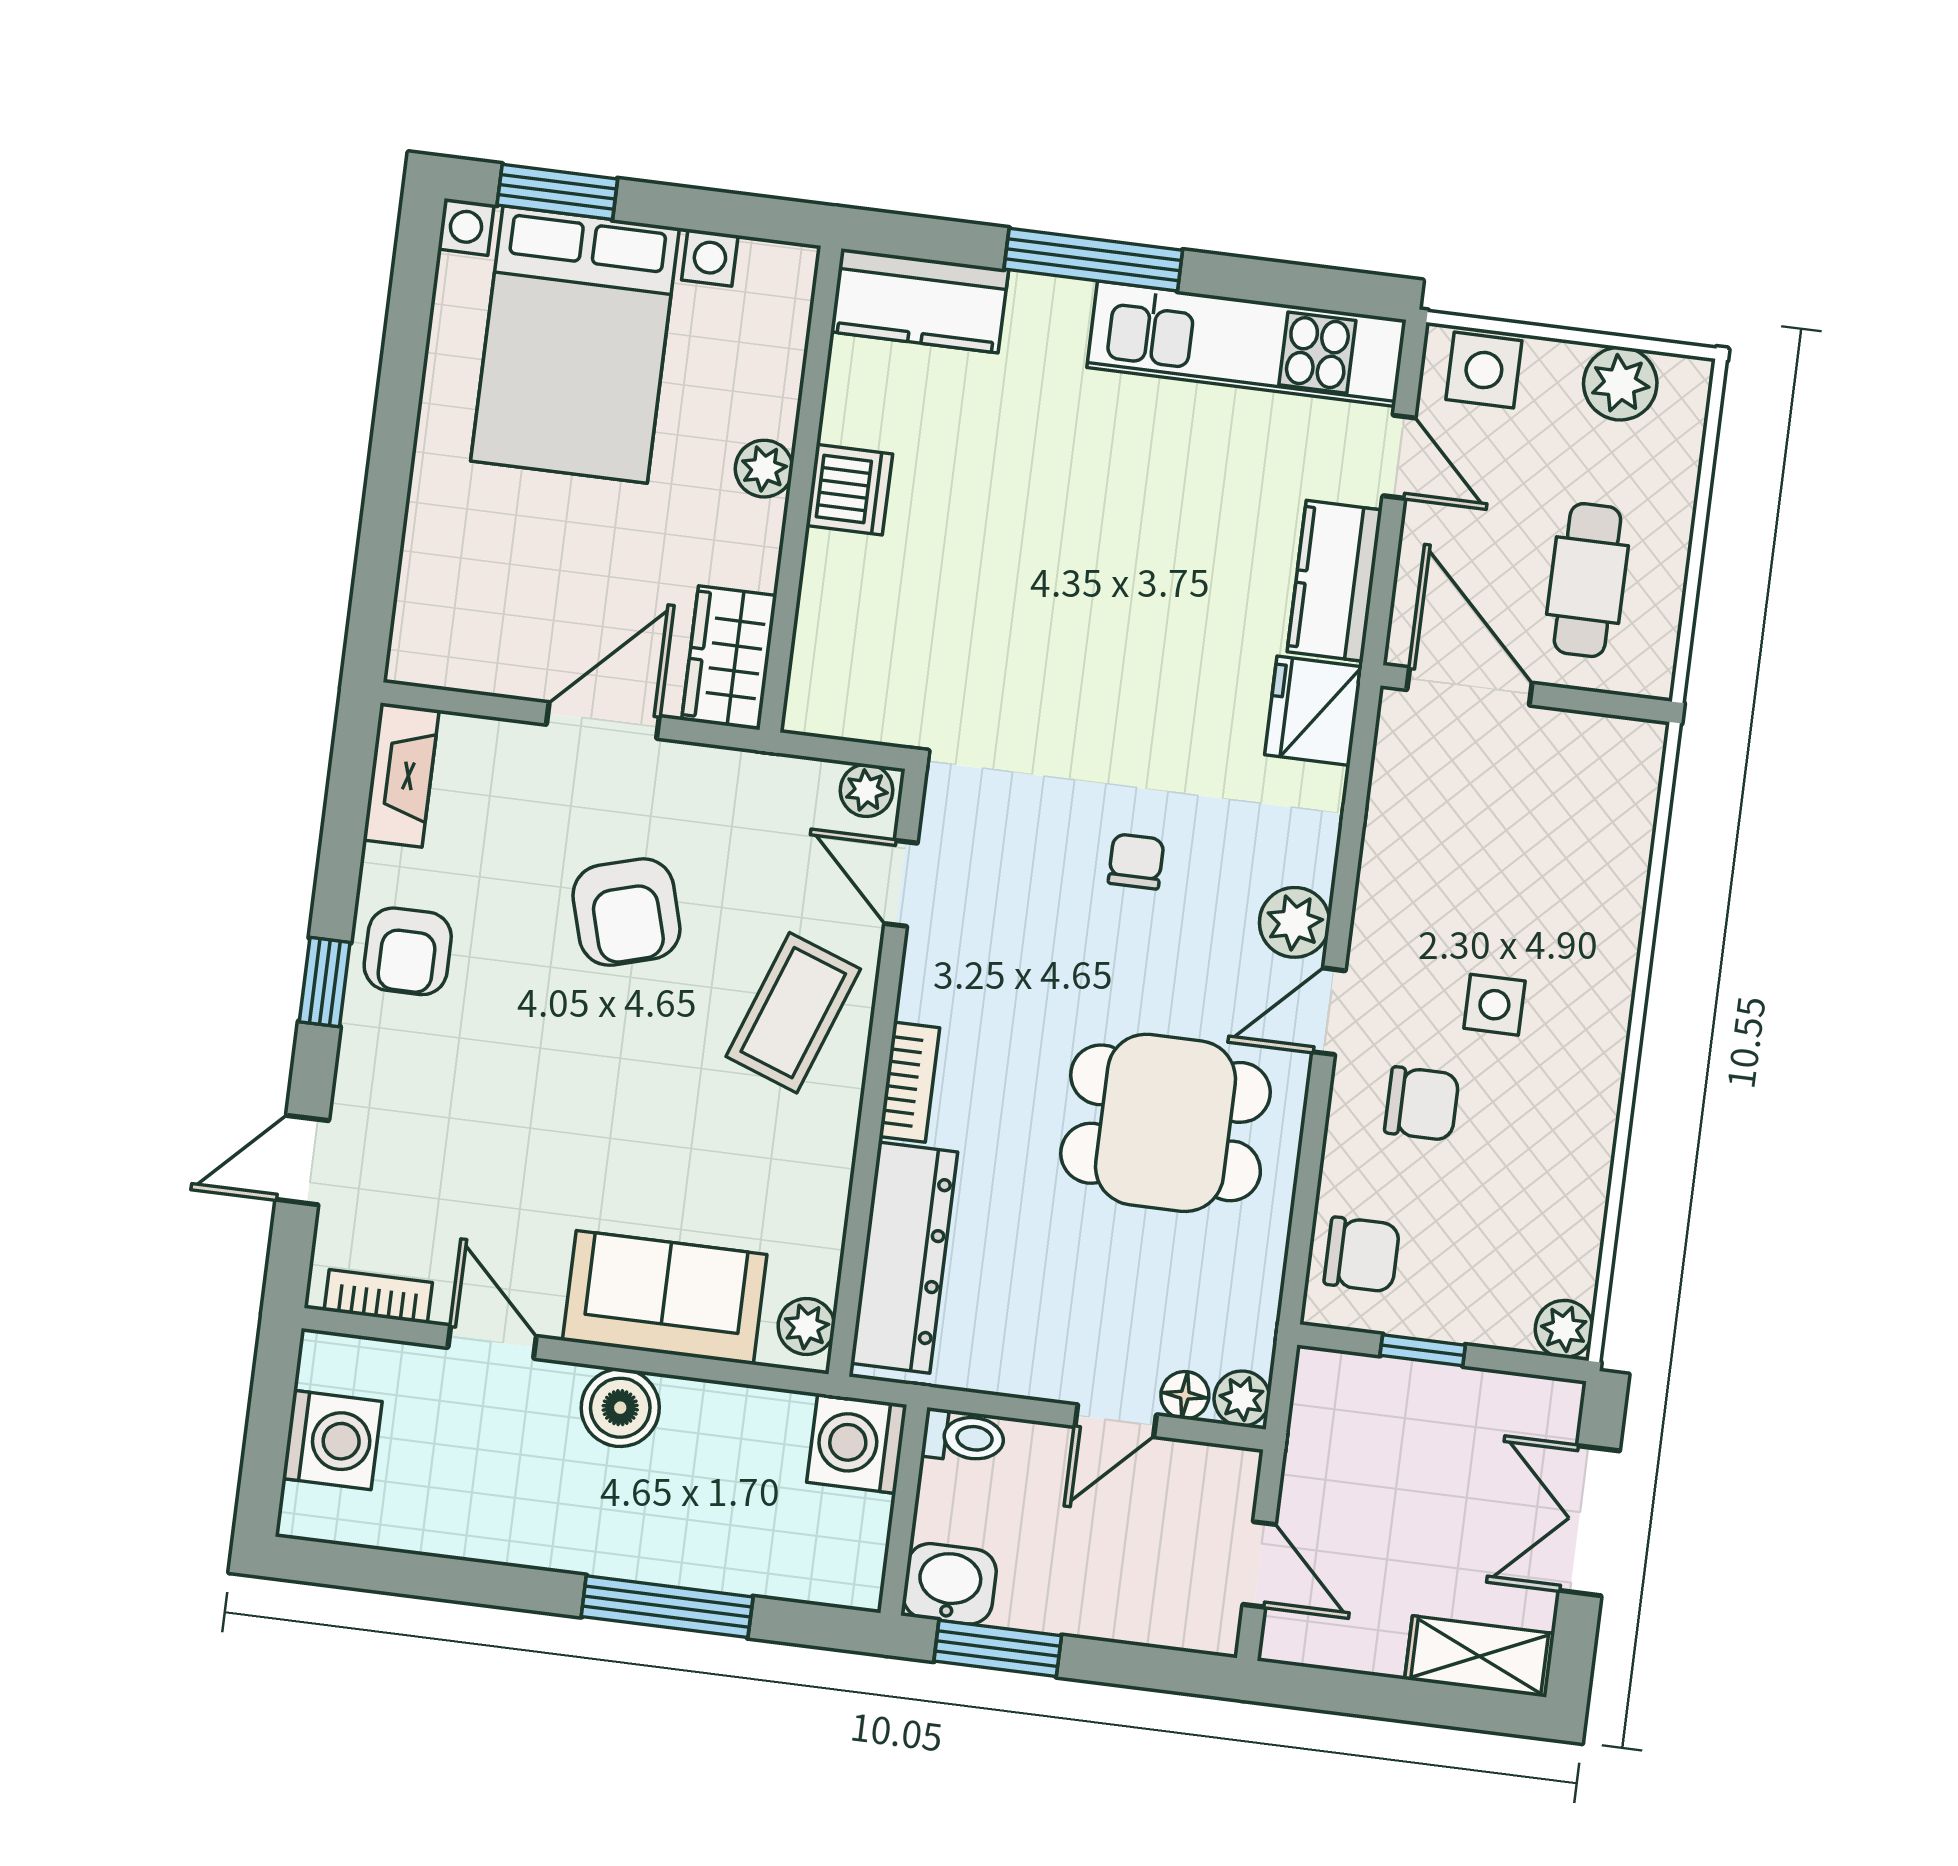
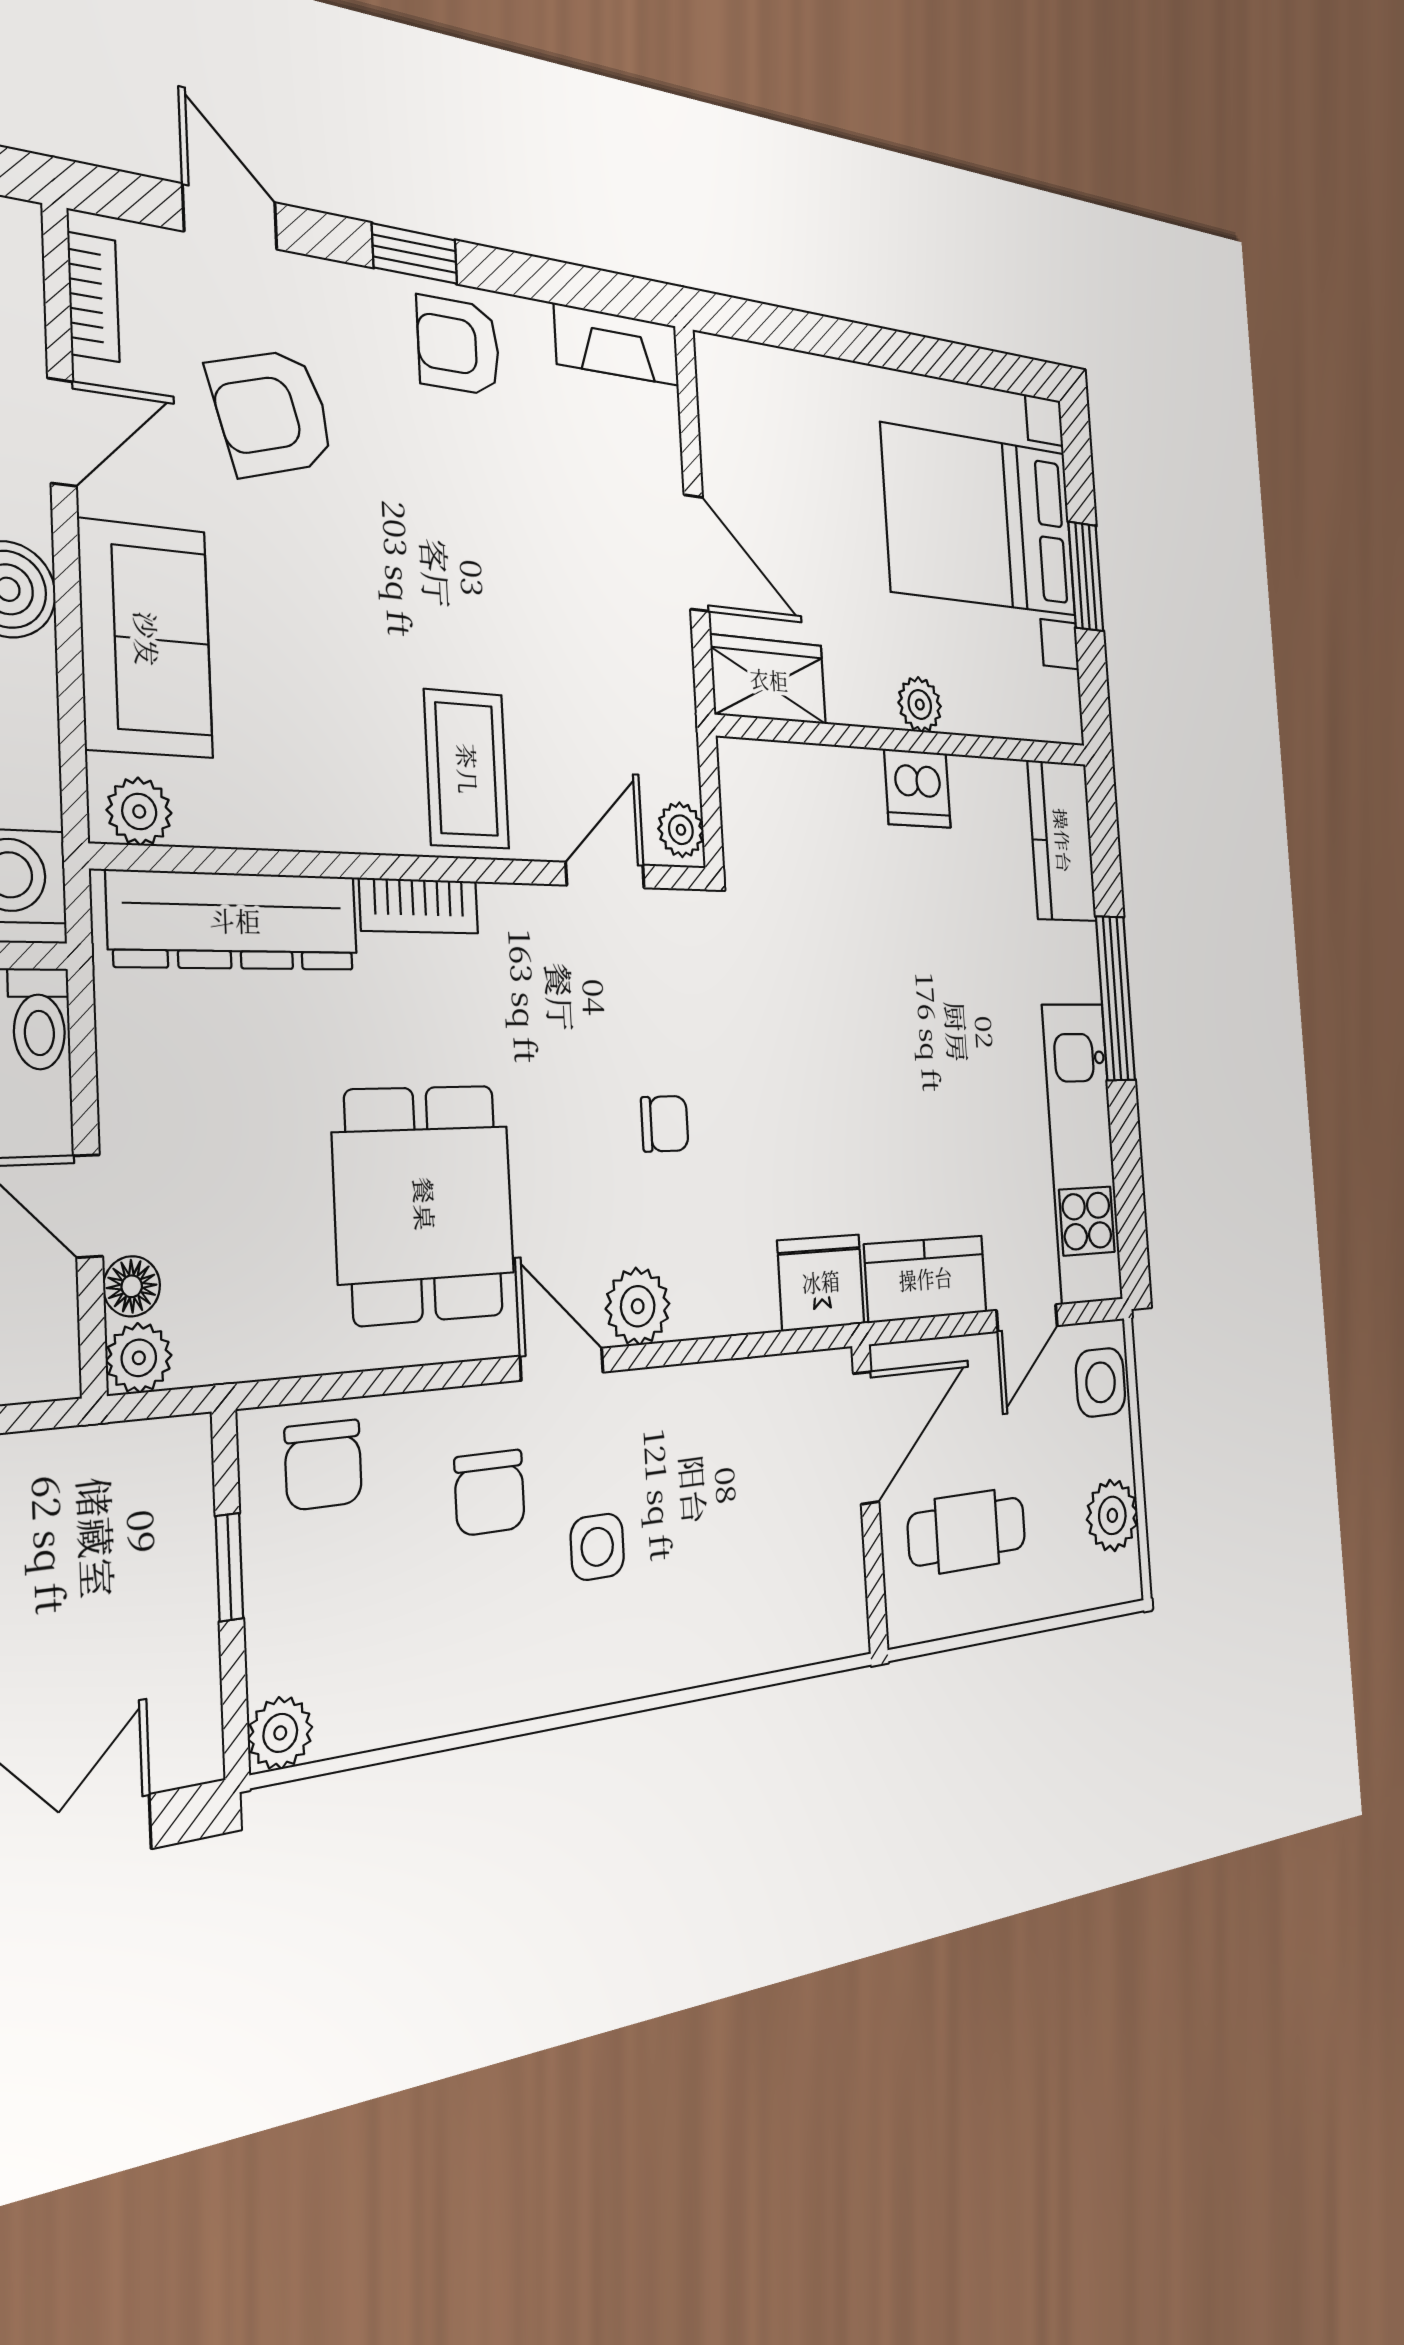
window: (557, 192) -> (1086, 576), moved
armchair: (626, 912) -> (272, 413), moved
coffee table: (793, 1013) -> (467, 769), turned 70

